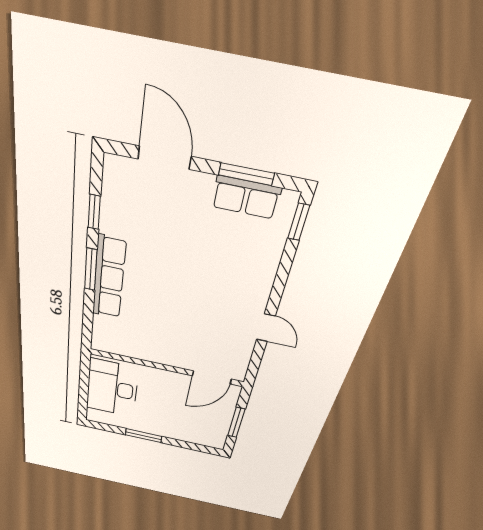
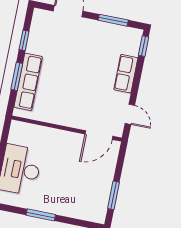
row of seats: (246, 197) -> (126, 74), moved, turned 90
wall: (166, 368) -> (67, 129), moved
door: (212, 377) -> (99, 135), moved

